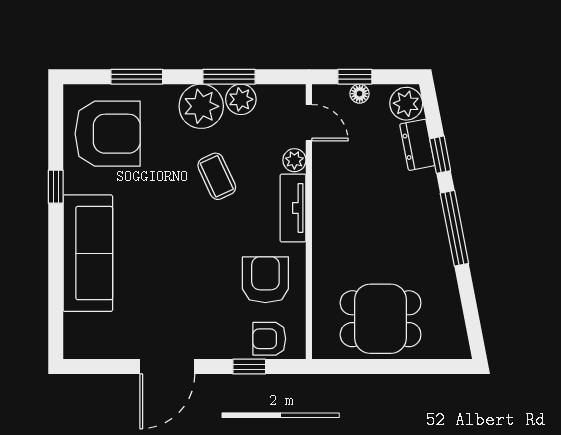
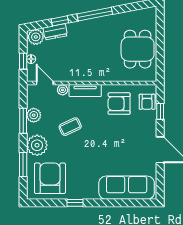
plant: (201, 106) -> (37, 145), moved
door: (309, 123) -> (45, 83), hinge flipped
sofa: (88, 253) -> (127, 188), moved

